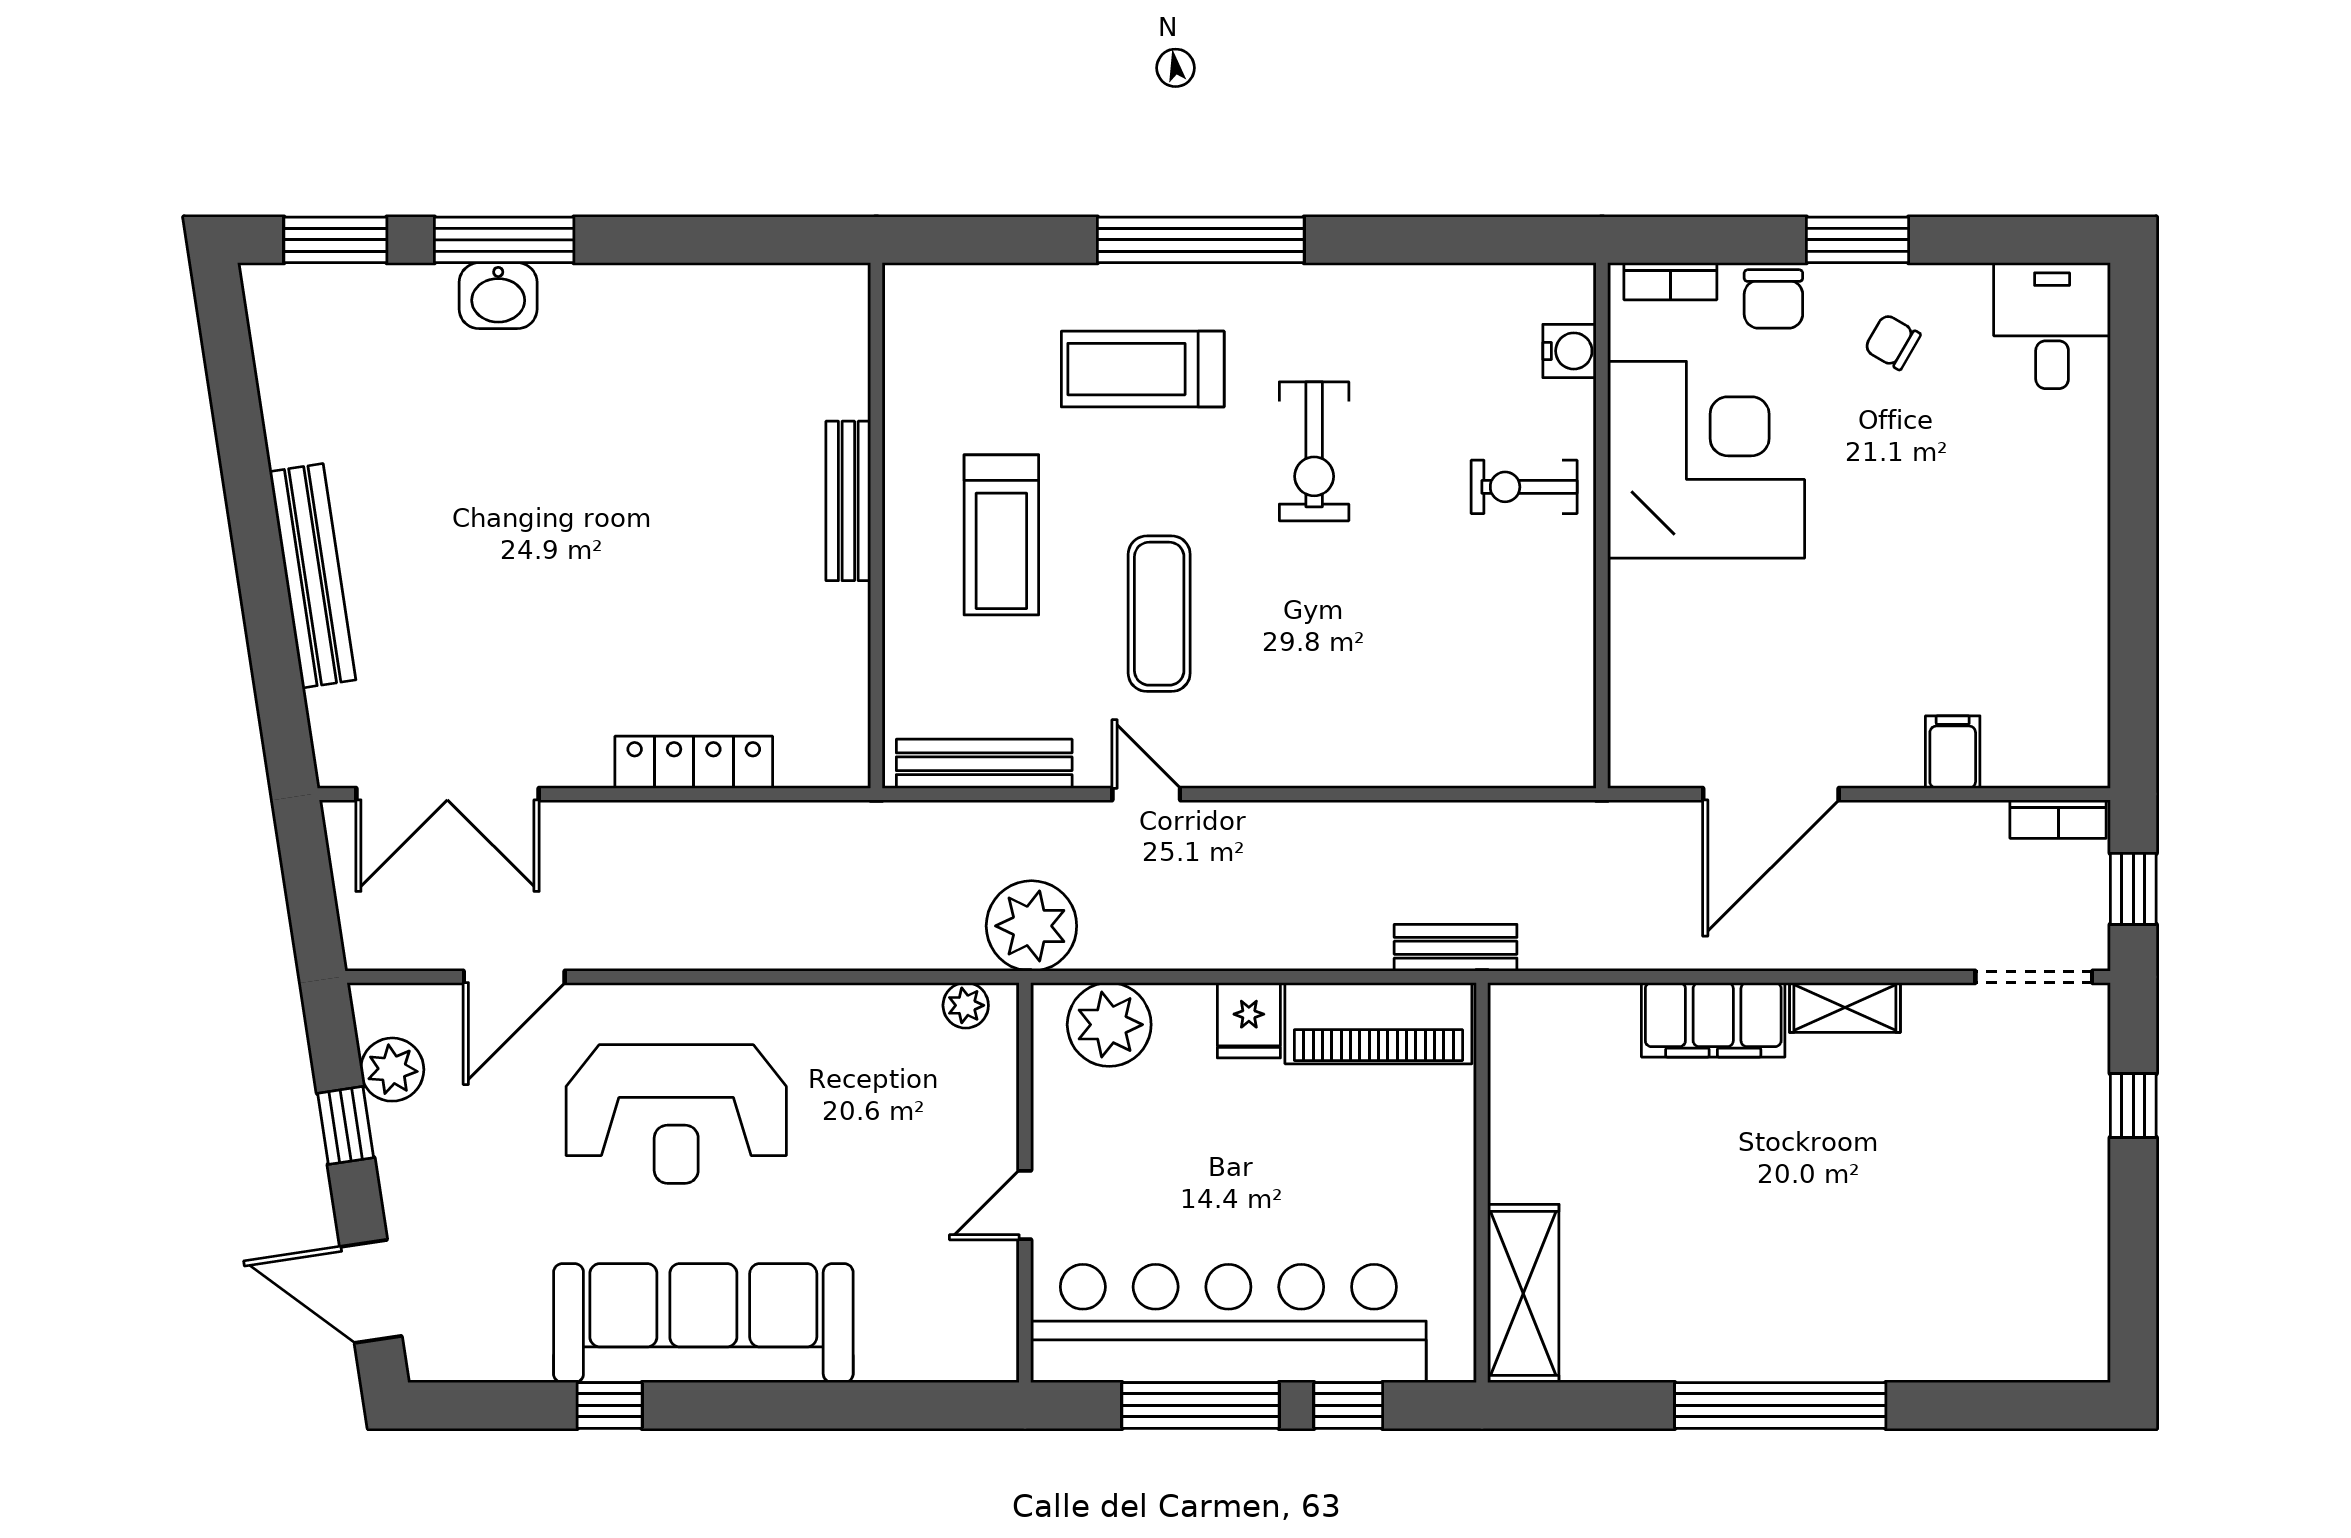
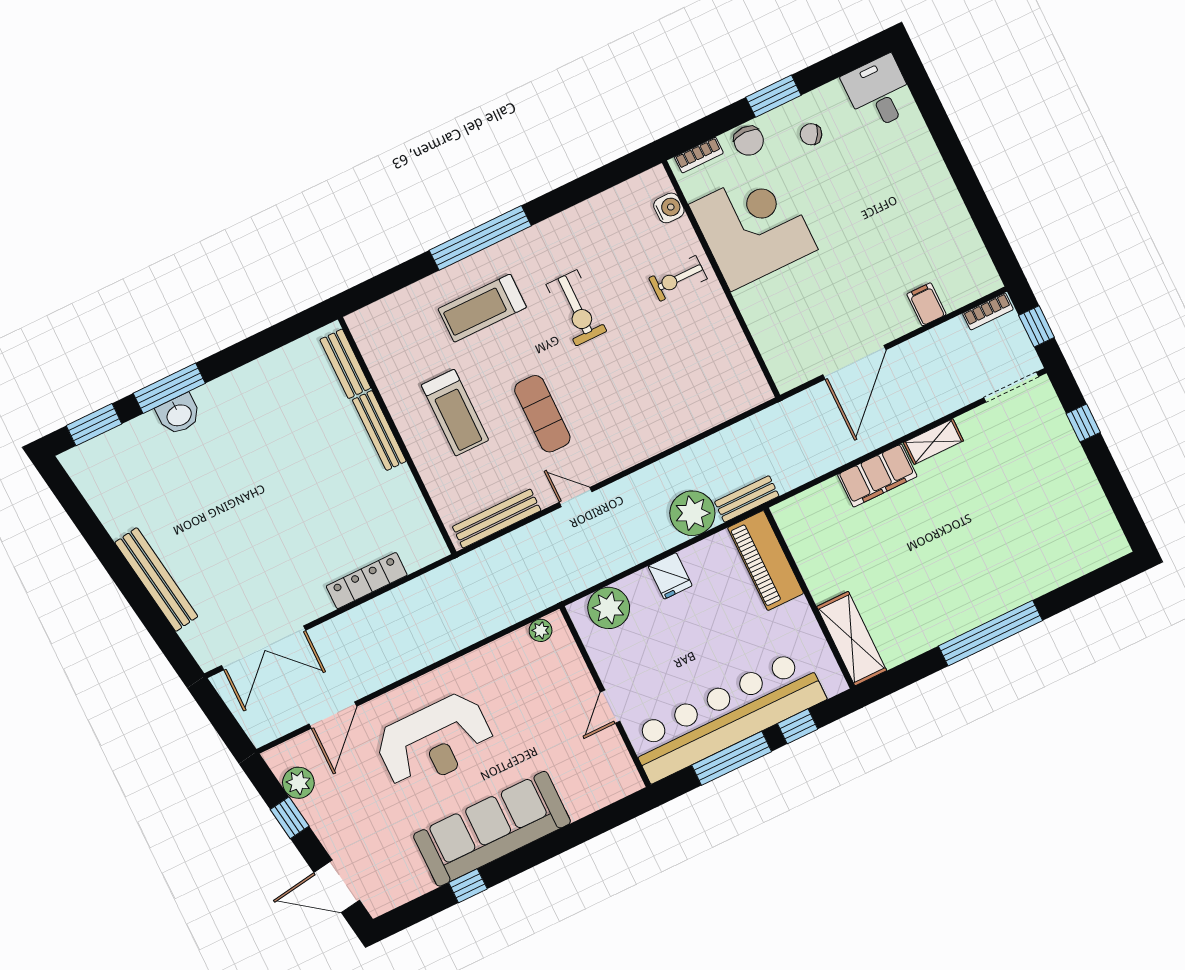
bench: (845, 350) -> (345, 364), added
plant: (1031, 926) -> (692, 513), moved
piano: (1378, 1023) -> (766, 561), moved, turned 90

